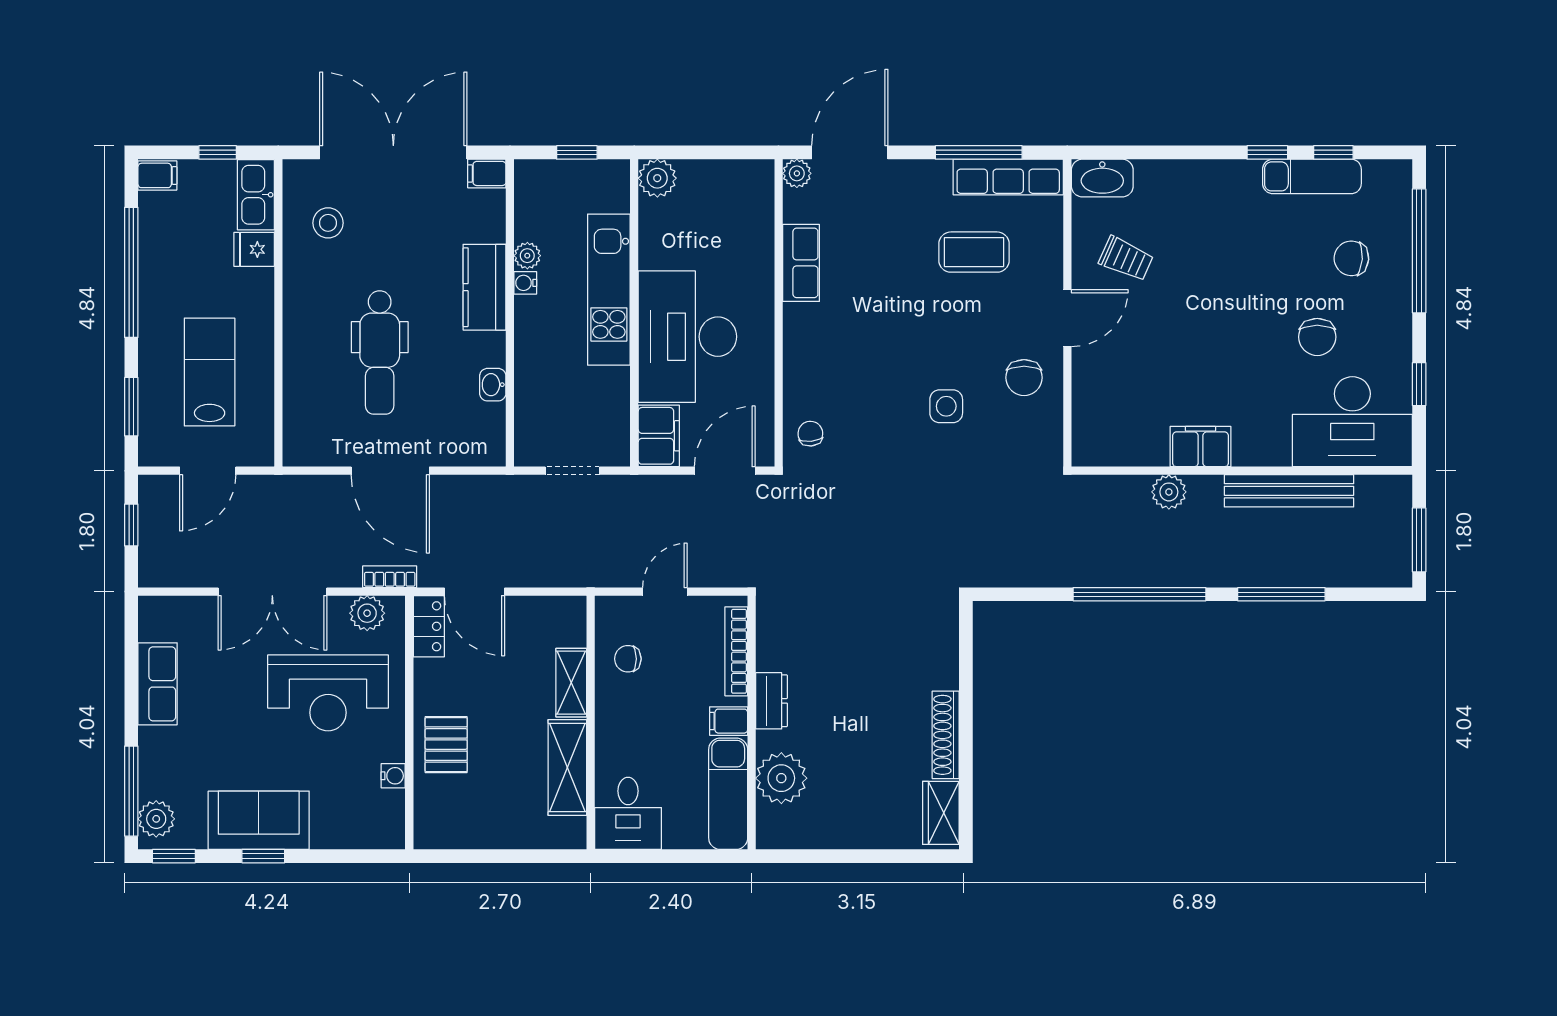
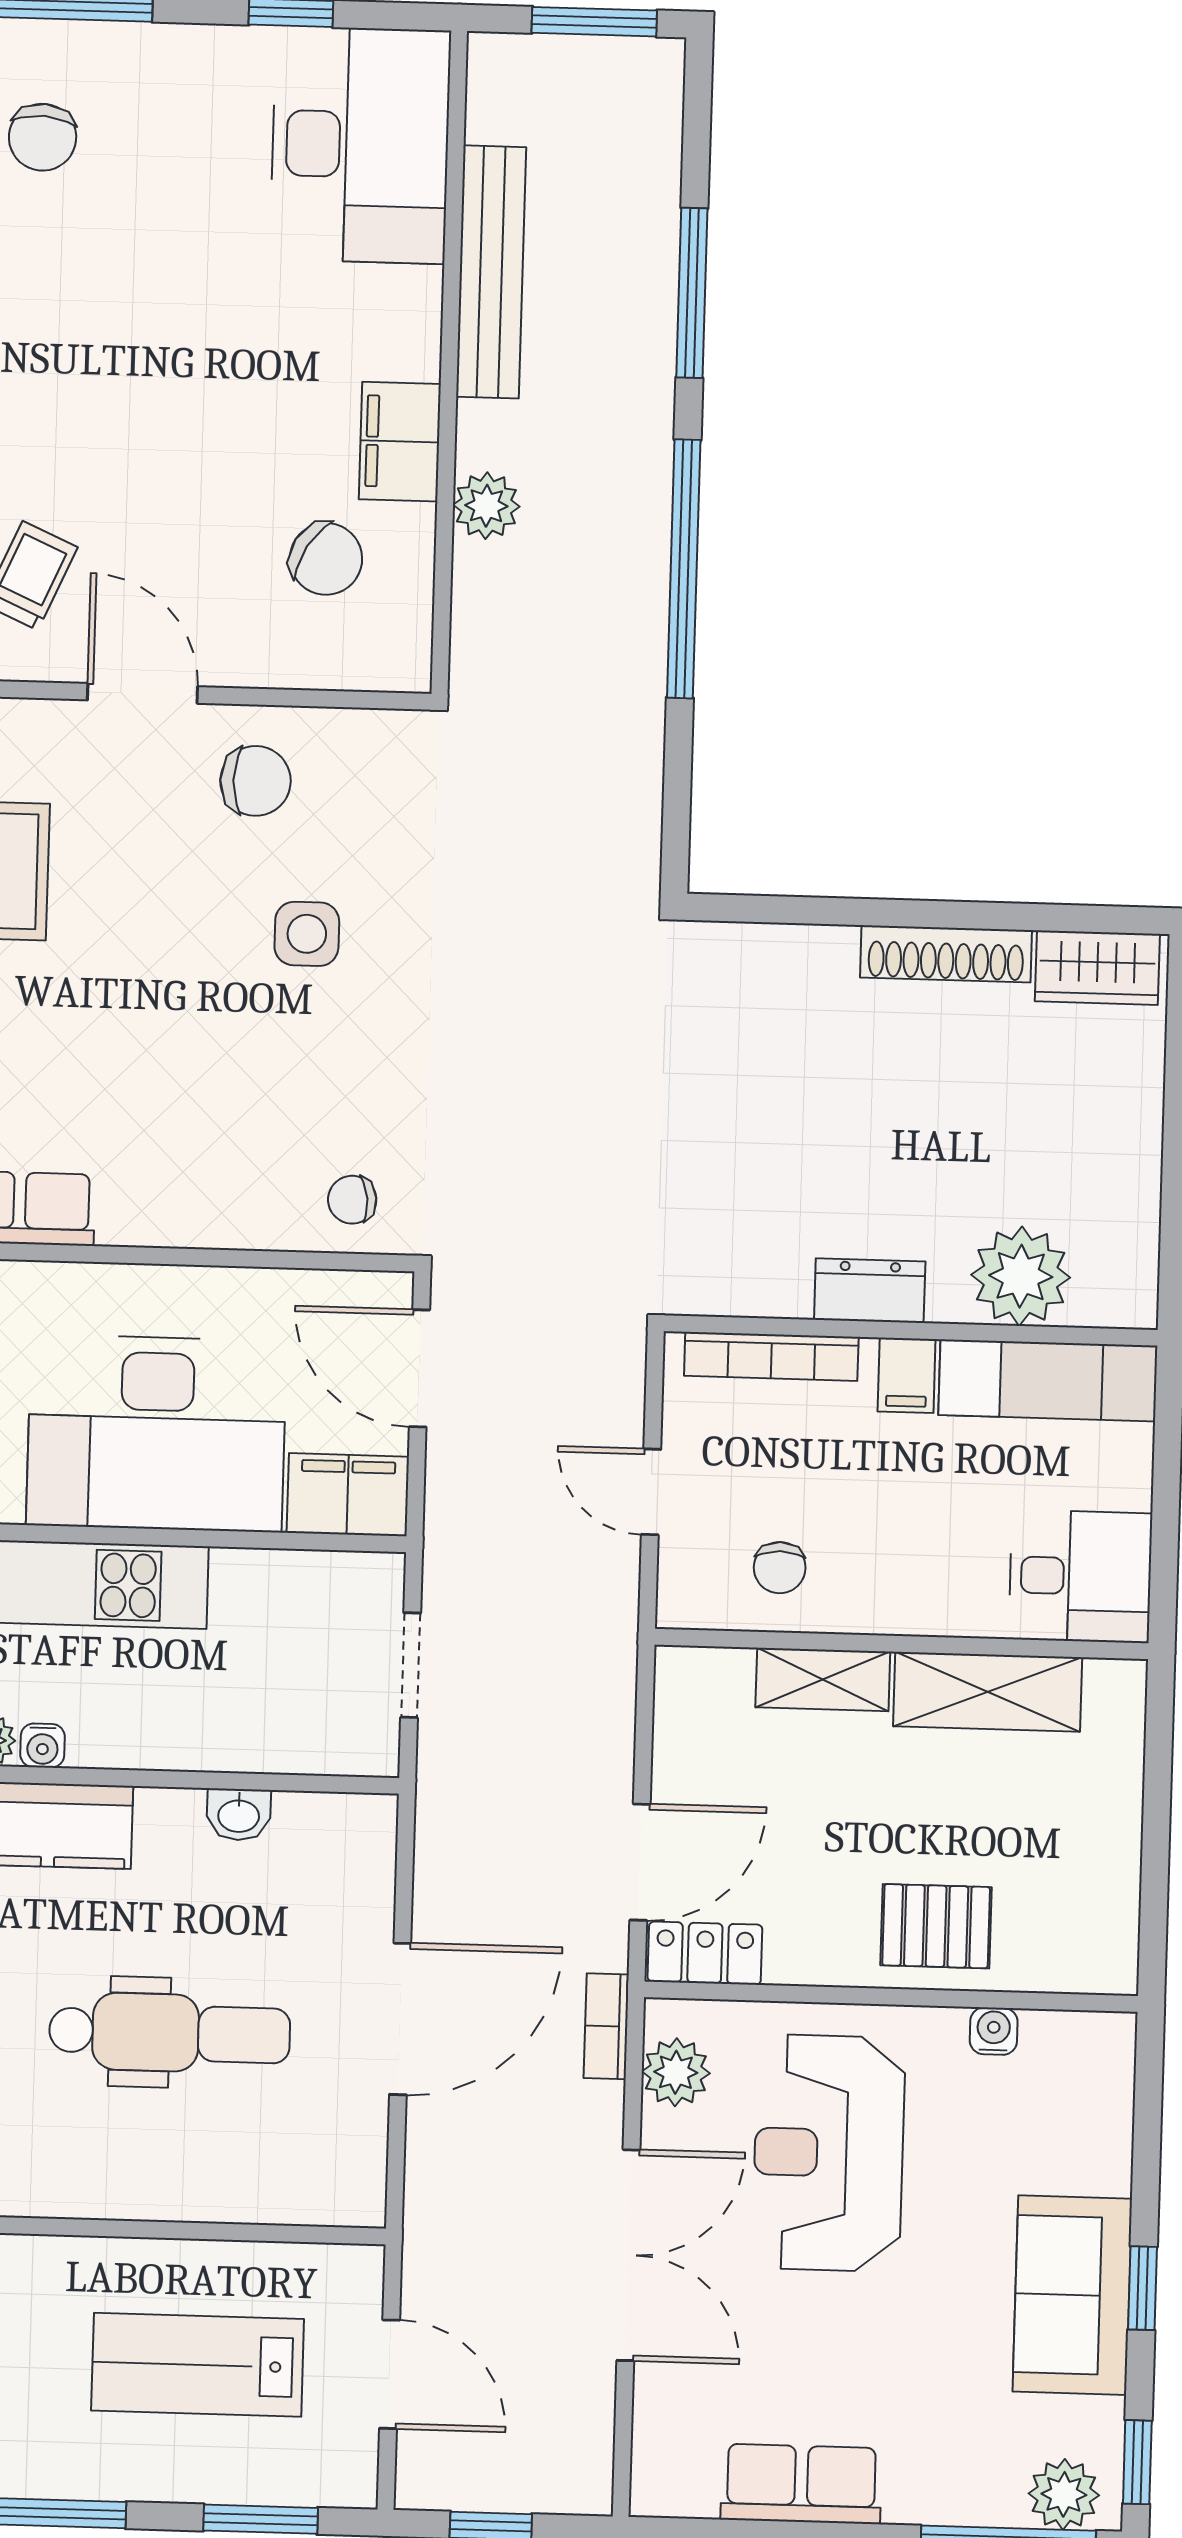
chair: (1317, 337) -> (326, 559), moved, turned 32
reception desk: (328, 693) -> (829, 2153), turned 180

